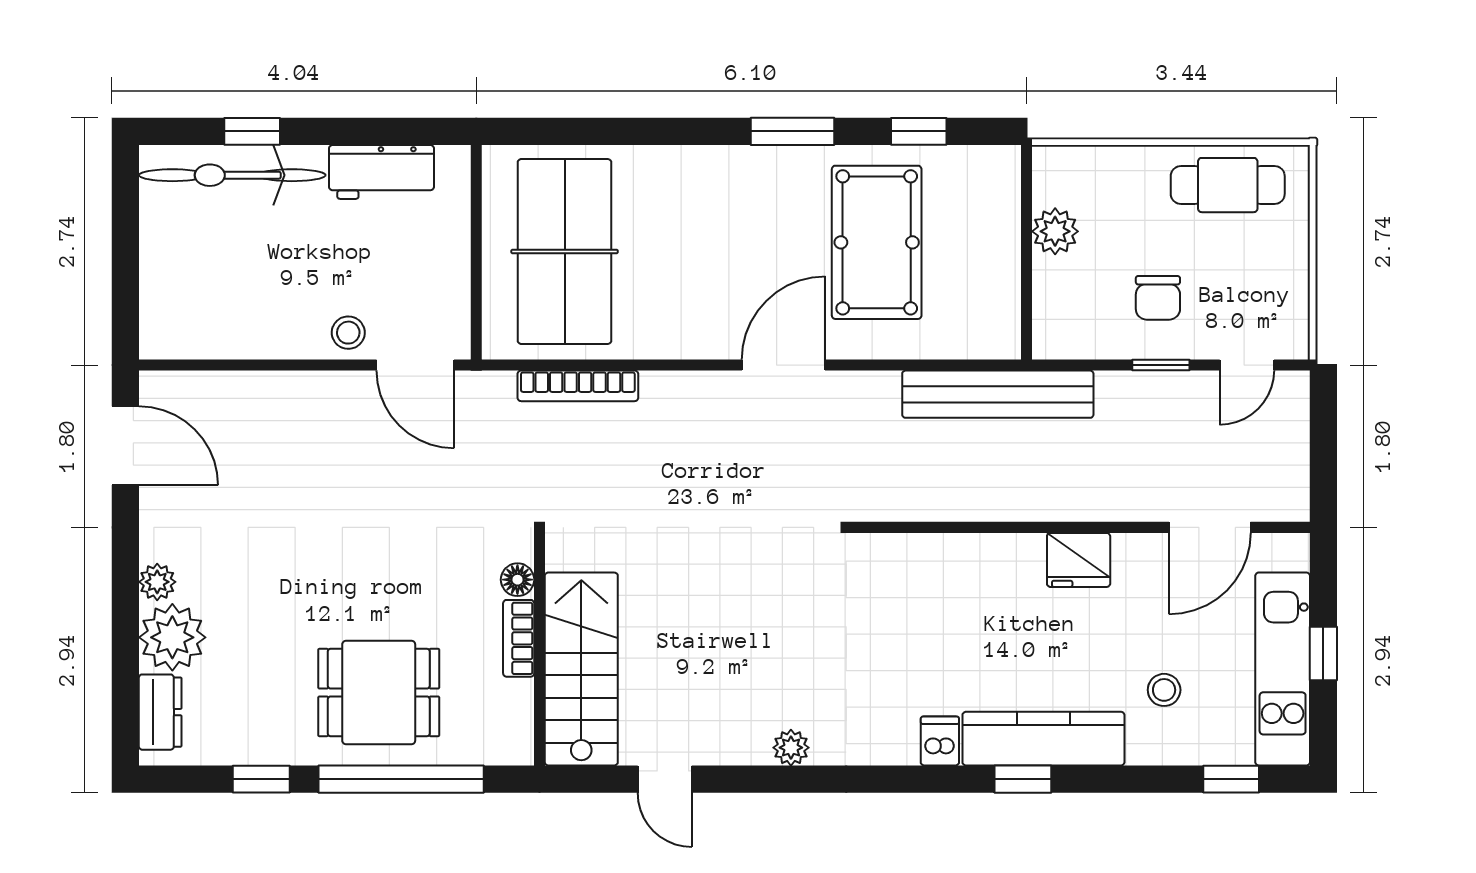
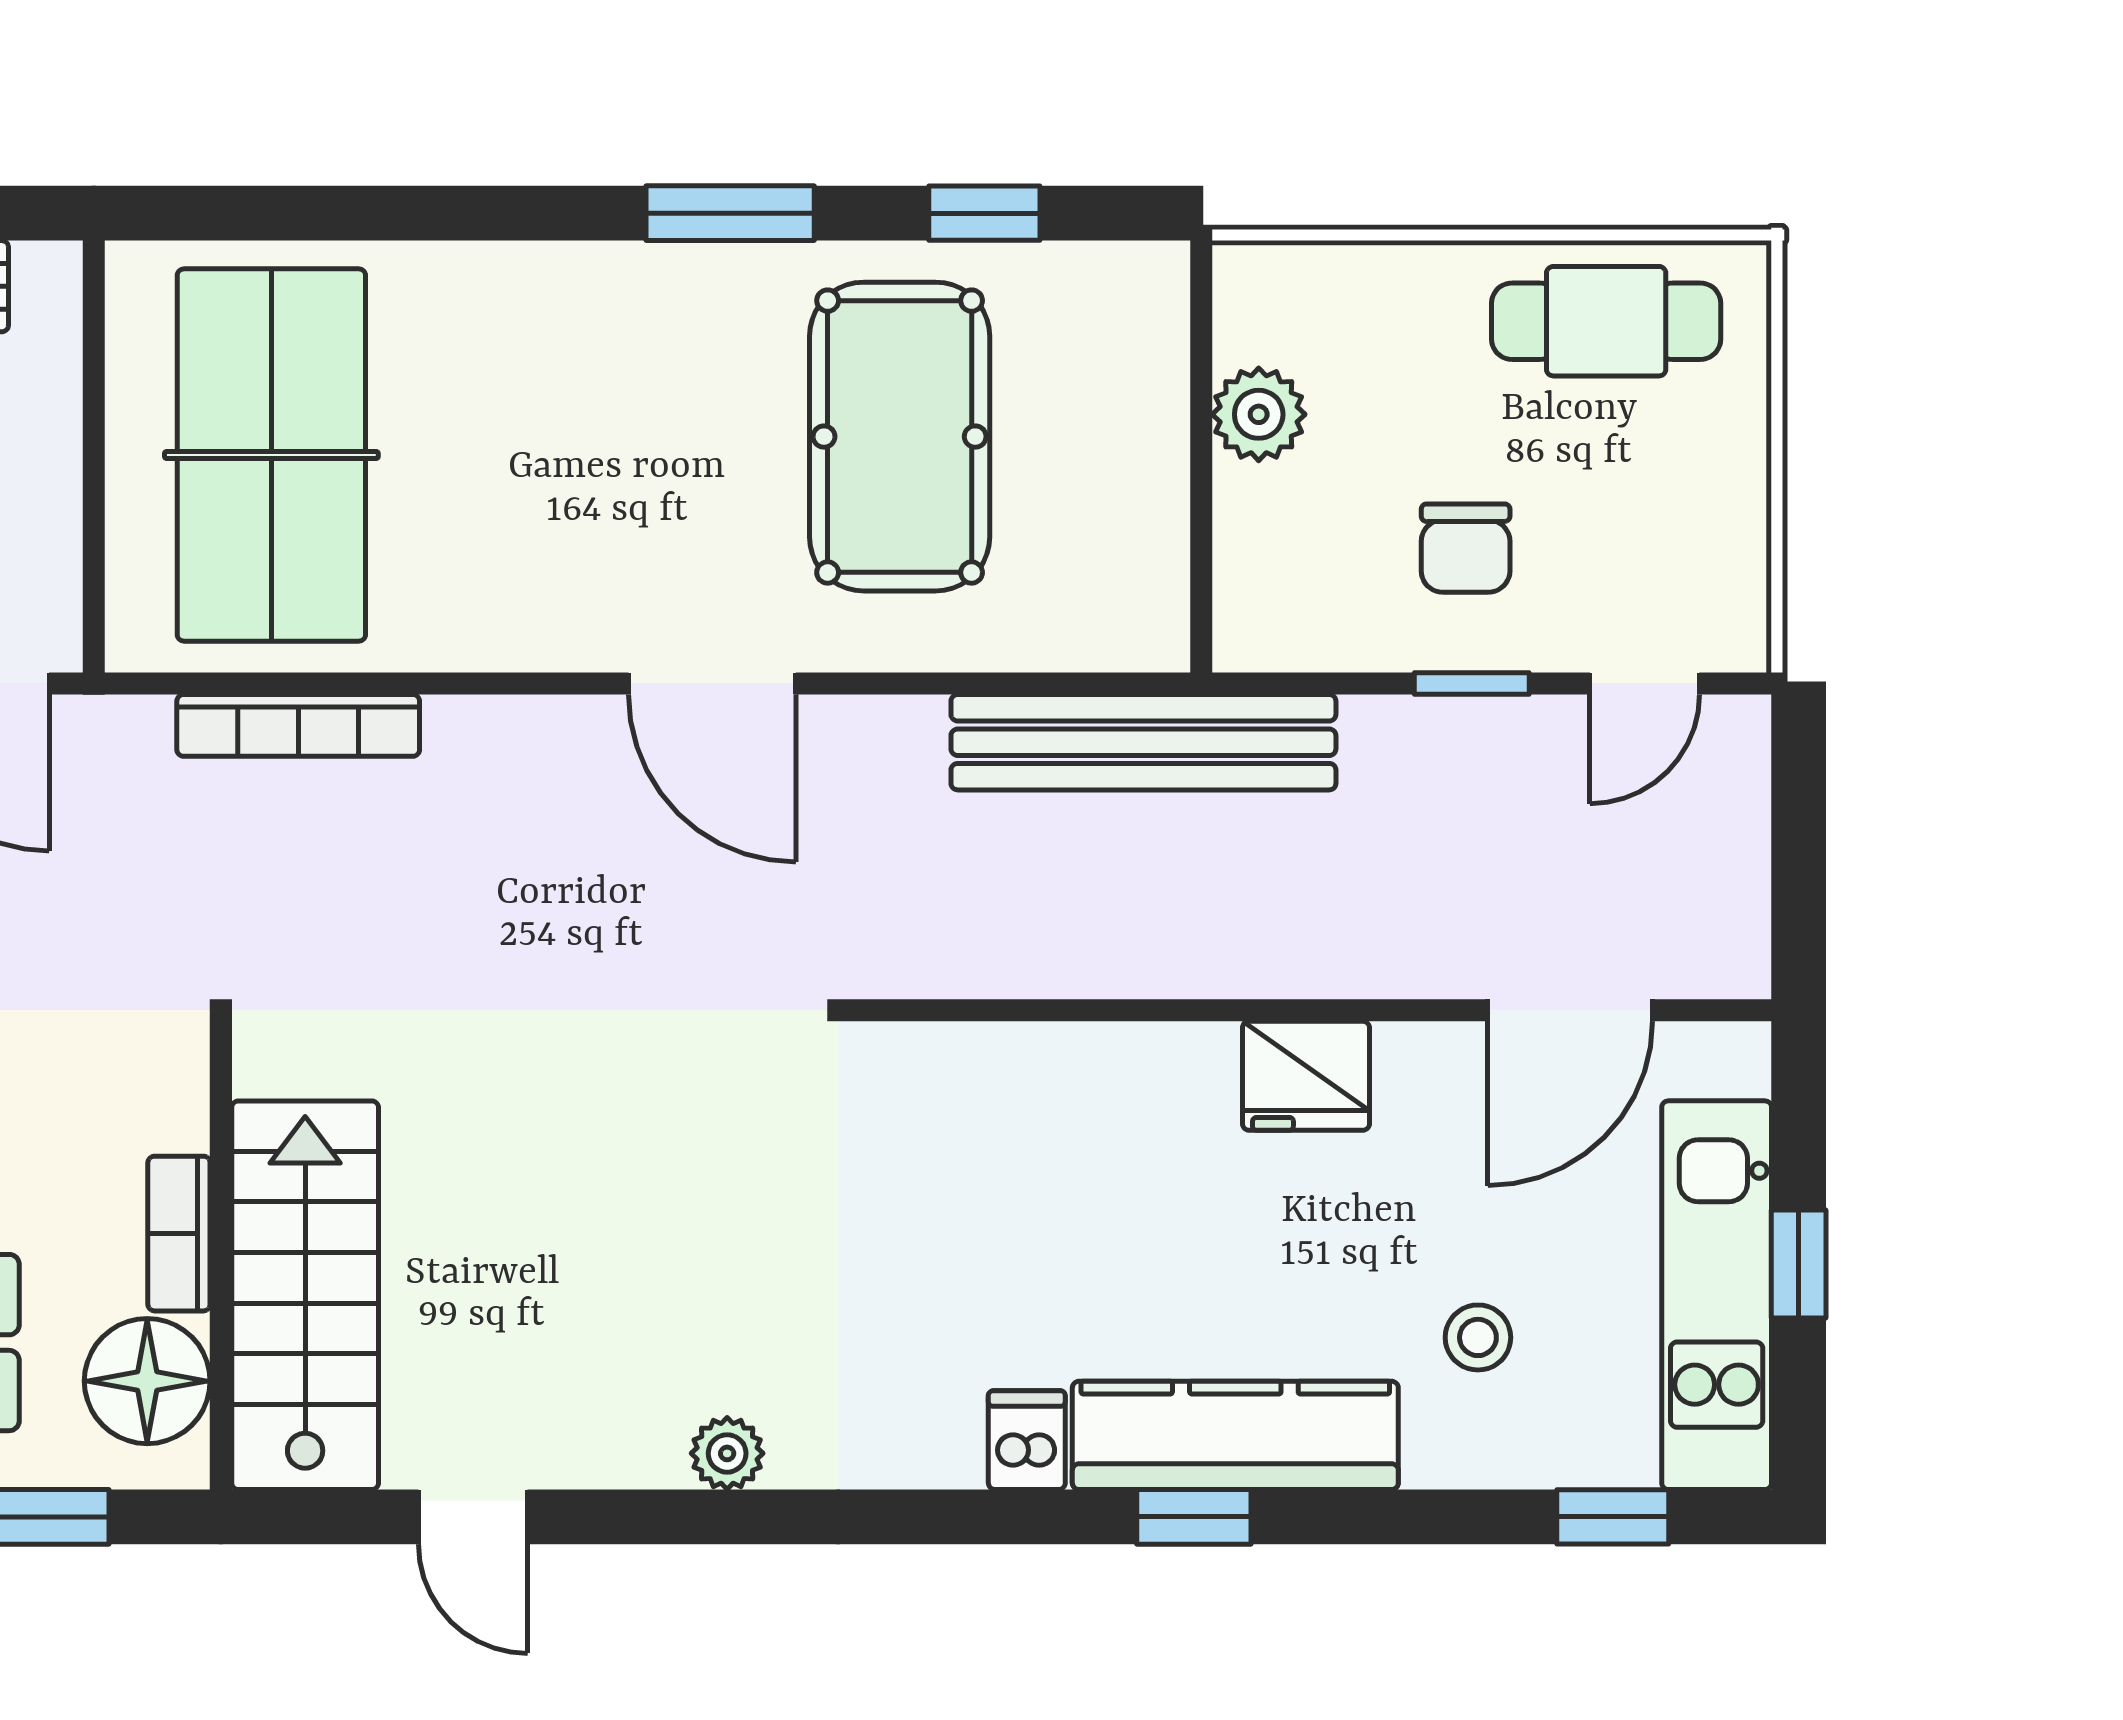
door: (783, 365) -> (712, 683), swing flipped
floor lamp: (517, 580) -> (147, 1381), moved, width x1.89, depth x1.89

